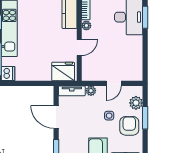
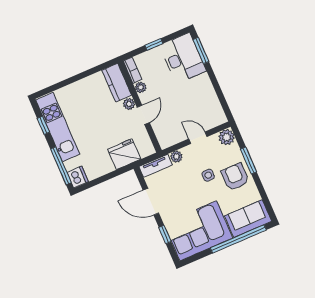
plant: (72, 34) -> (129, 104), added
fridge: (63, 71) -> (124, 154), moved
door: (114, 83) -> (198, 138), swing flipped
plant: (136, 103) -> (227, 137), moved

